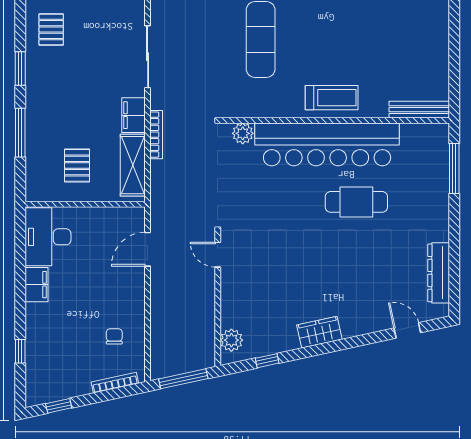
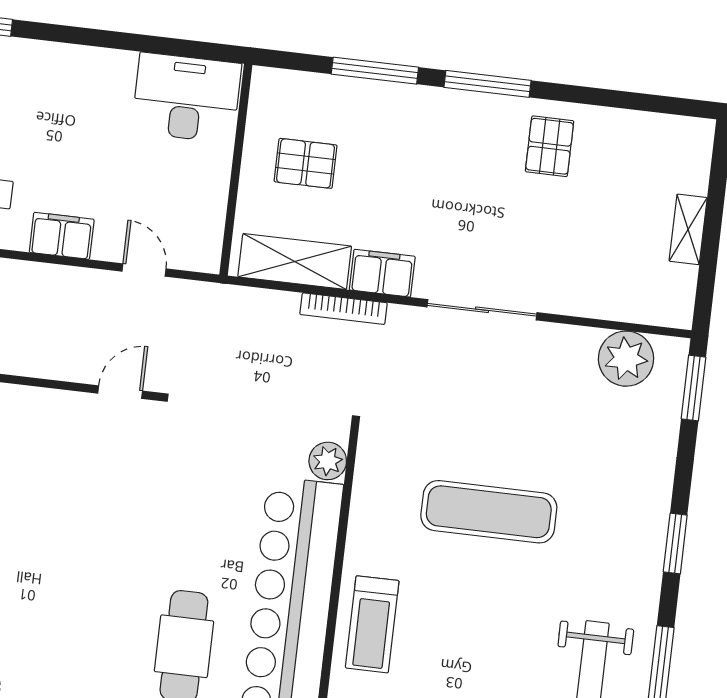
pallet: (51, 29) -> (550, 146), turned 90
window: (20, 68) -> (487, 84), width x1.44
door: (148, 249) -> (144, 270), width x0.73
filing cabinet: (37, 285) -> (62, 236), moved, turned 180

